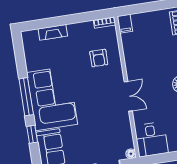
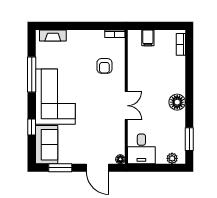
filing cabinet: (125, 24) -> (148, 38), moved
fireplace: (53, 32) -> (53, 35), moved
window: (26, 97) -> (32, 74), moved

